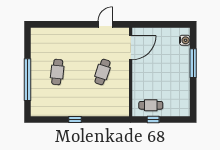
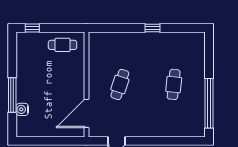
water cooler: (185, 40) -> (22, 109), moved
window: (27, 80) -> (209, 103), moved
window: (153, 120) -> (32, 28), moved

